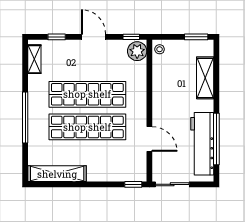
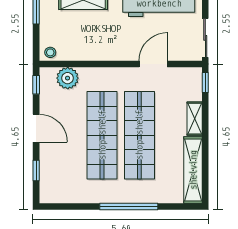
door: (94, 37) -> (36, 128), swing flipped
plant: (137, 51) -> (68, 78), moved
shelving: (34, 59) -> (195, 119), moved, turned 90

